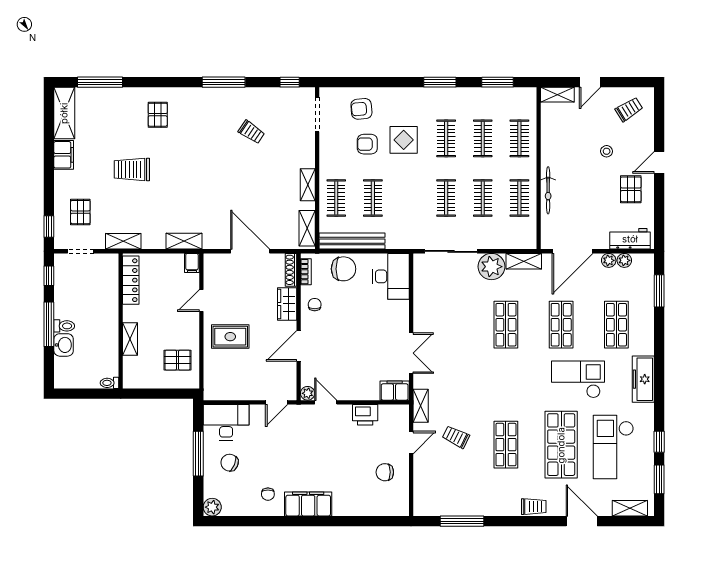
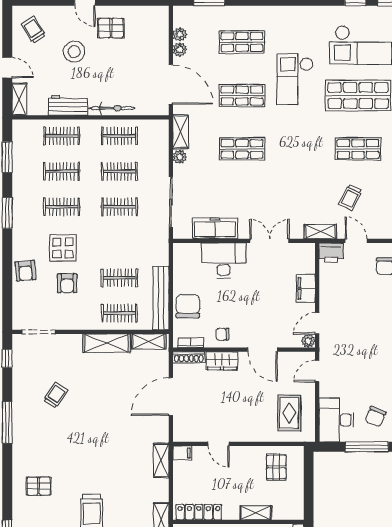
armchair: (361, 109) -> (25, 271), moved
stool: (607, 151) -> (74, 52), width x1.89, depth x1.89
shelving: (308, 185) -> (106, 343), width x1.50, depth x1.33
workbench: (630, 239) -> (68, 105), moved, turned 90
plant: (491, 267) -> (180, 157), width x0.53, depth x0.53
desk: (391, 276) -> (224, 260), moved
rug: (230, 337) -> (289, 413), moved
freezer: (643, 379) -> (215, 228), moved, turned 180
filing cabinet: (395, 391) -> (306, 288), moved
door: (277, 402) -> (317, 371), swing flipped
printer: (365, 415) -> (331, 253), moved, turned 90

